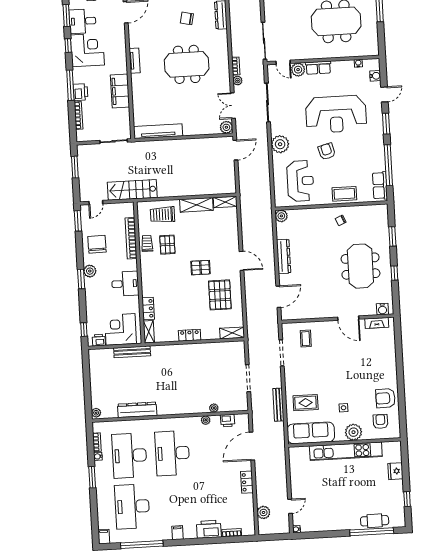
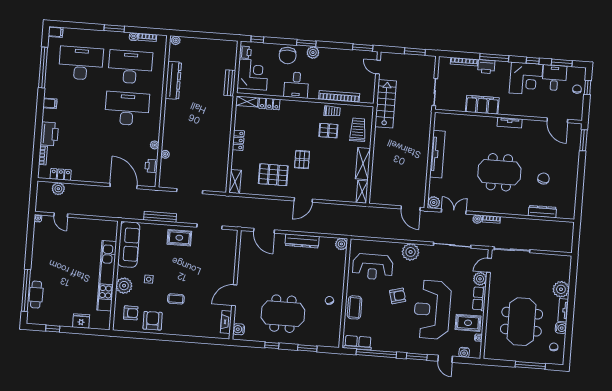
meeting table: (187, 64) -> (499, 172), turned 90
rug: (345, 76) -> (468, 323), added
tv unit: (158, 131) -> (437, 154), moved
chair: (97, 244) -> (288, 56), moved, turned 90
coffee table: (306, 339) -> (176, 299), moved
bench: (132, 352) -> (230, 83), width x0.73
rug: (306, 403) -> (179, 238), moved, turned 90
locker: (247, 482) -> (61, 174), moved

